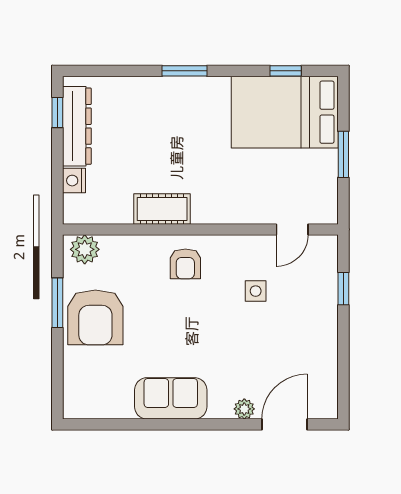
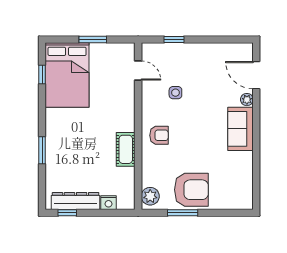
window: (184, 71) -> (42, 150), moved
sofa: (171, 398) -> (241, 129), moved

